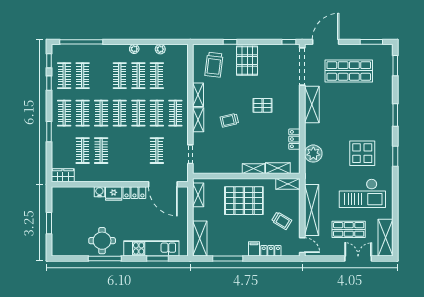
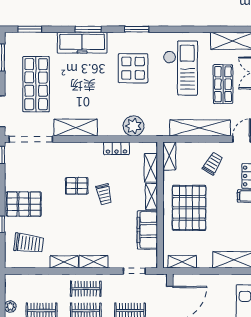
pallet: (263, 105) -> (77, 186), turned 90
freezer: (384, 110) -> (82, 43), added
trolley: (229, 120) -> (104, 194), moved
filing cabinet: (225, 165) -> (147, 230), added

